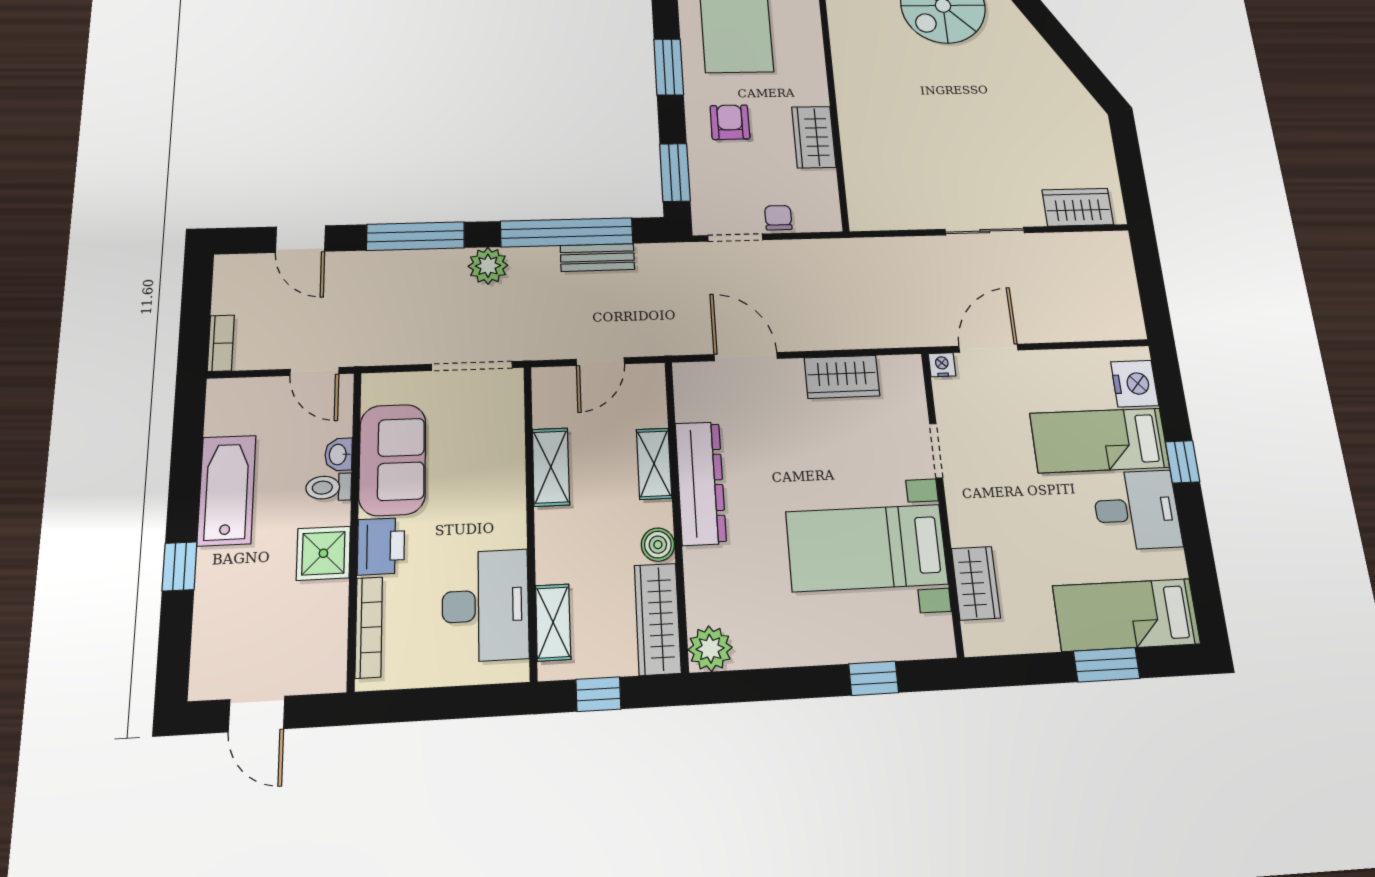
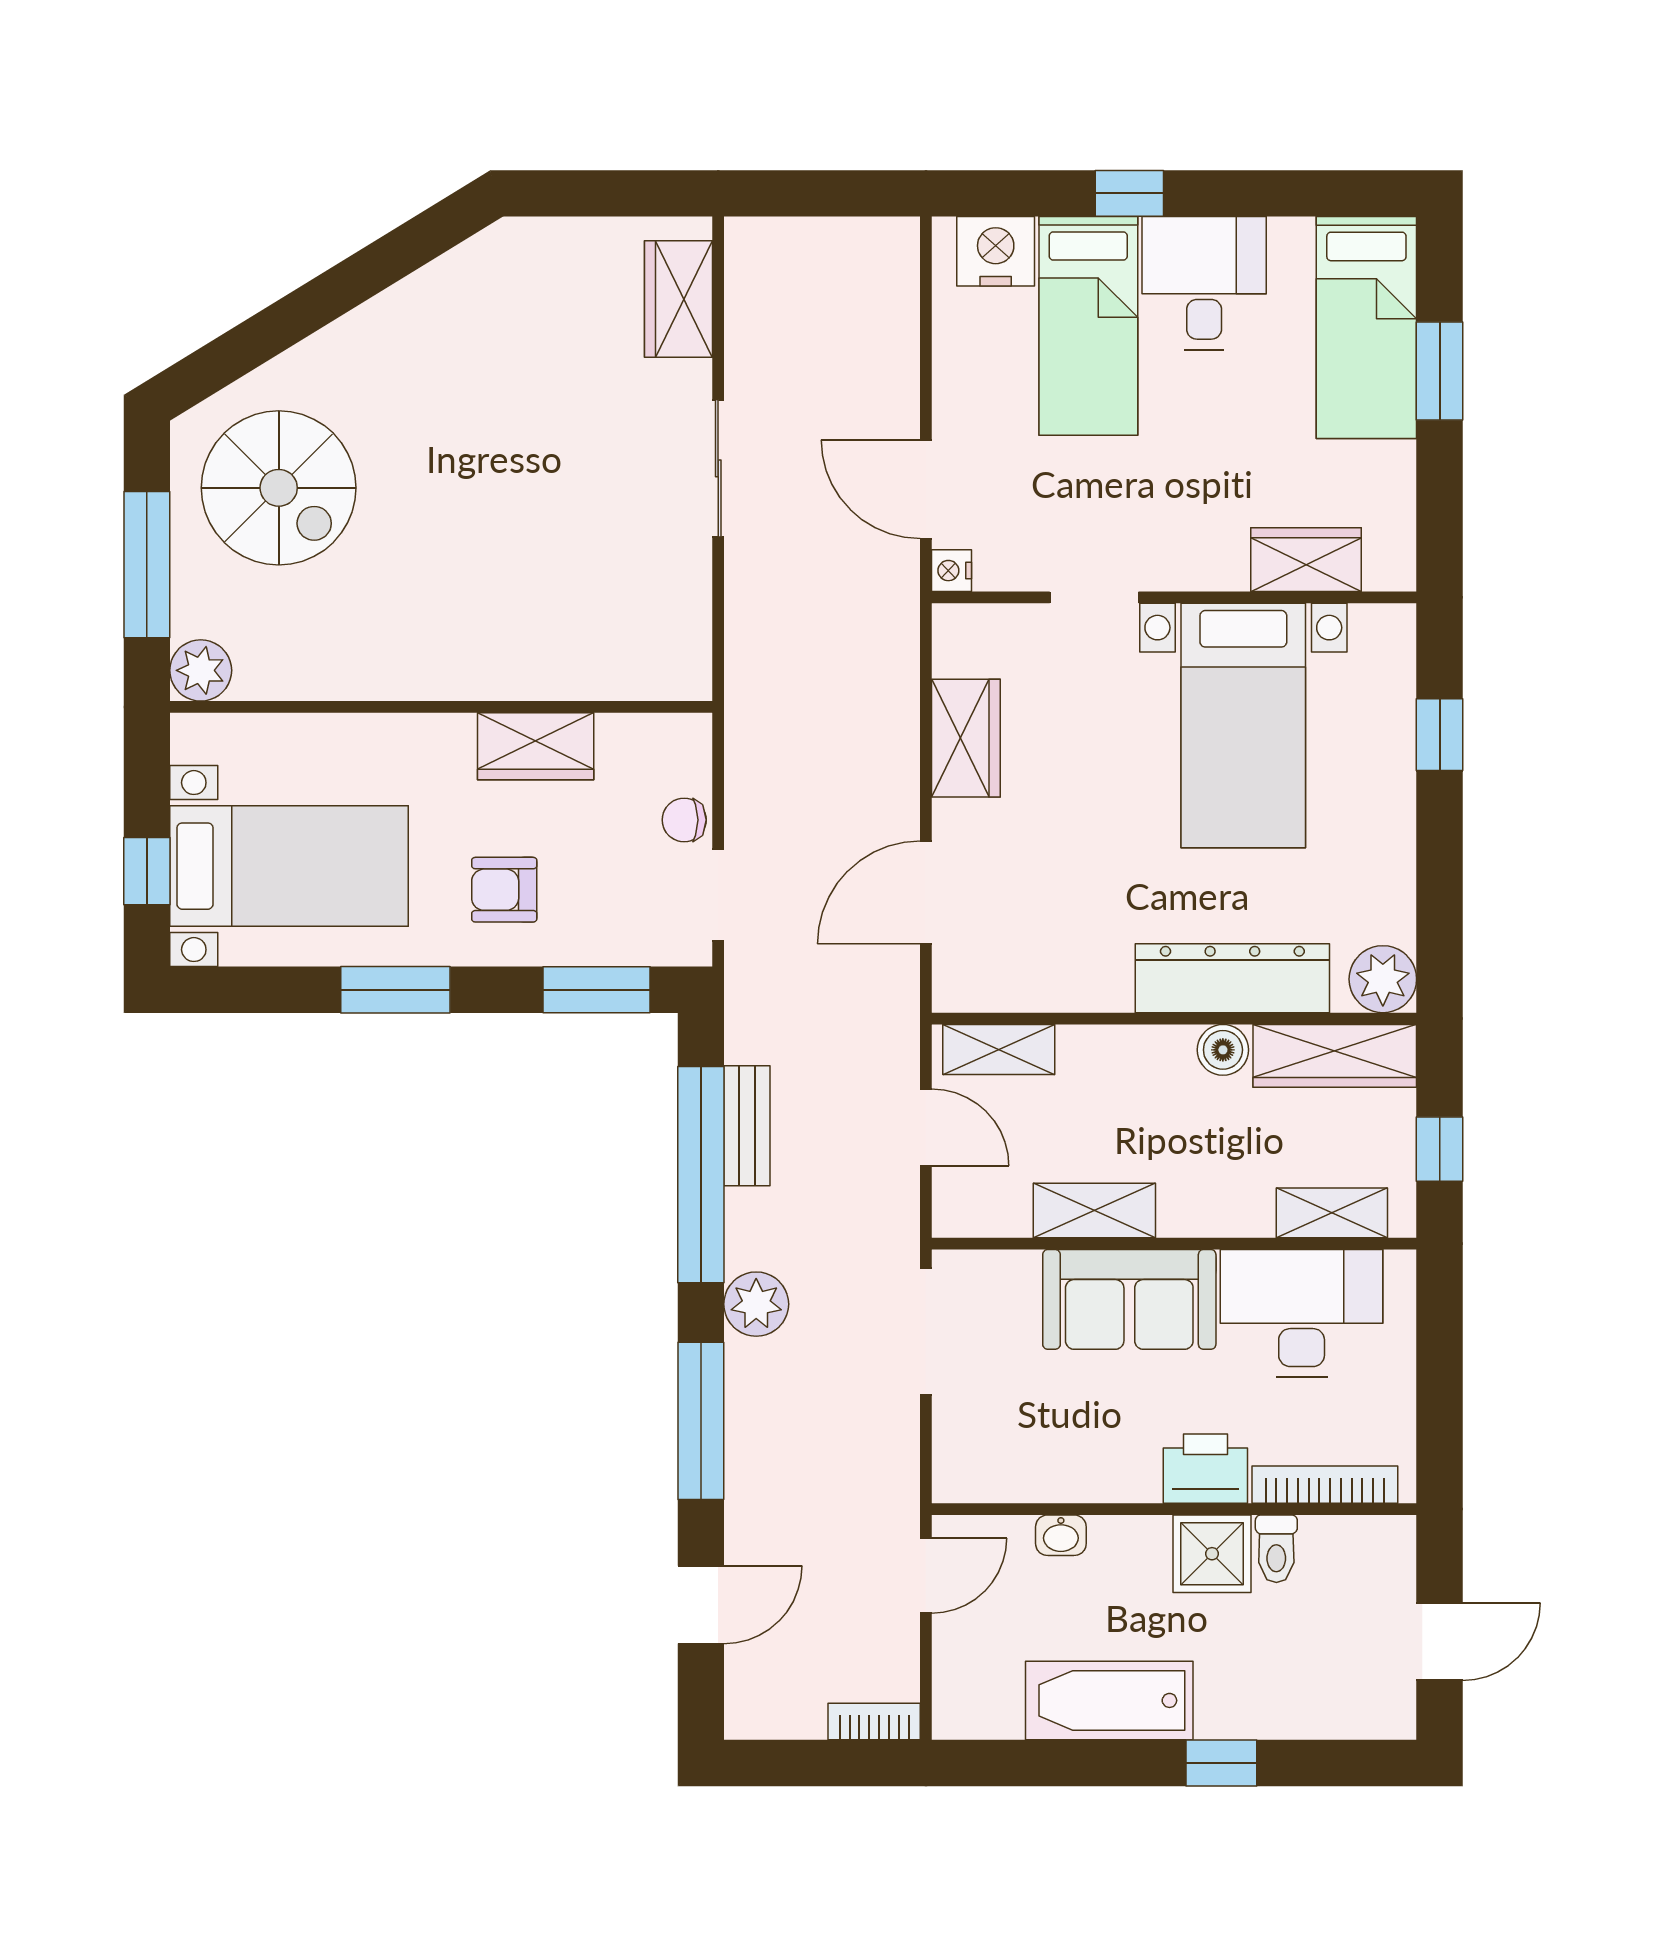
sofa: (392, 460) -> (1129, 1299), moved, turned 180
shelving: (654, 464) -> (999, 1049), moved
dresser: (701, 483) -> (1232, 978), moved
toilet: (329, 487) -> (1276, 1549), moved

